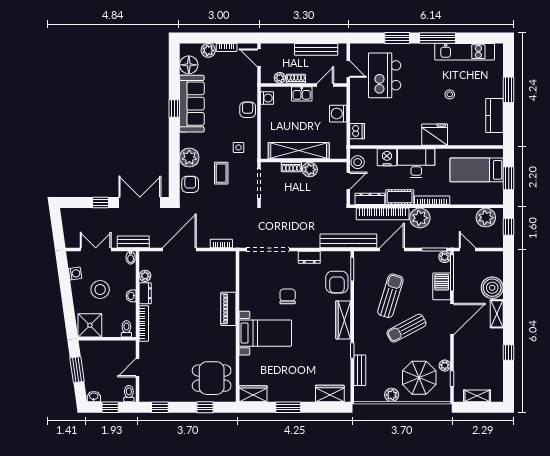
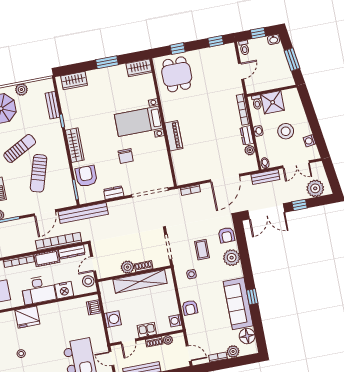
plant: (420, 218) -> (315, 188), moved
shower: (90, 325) -> (273, 102), moved
dining table: (212, 378) -> (177, 74), turned 90

